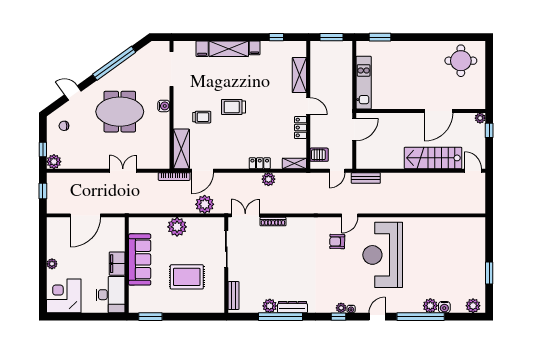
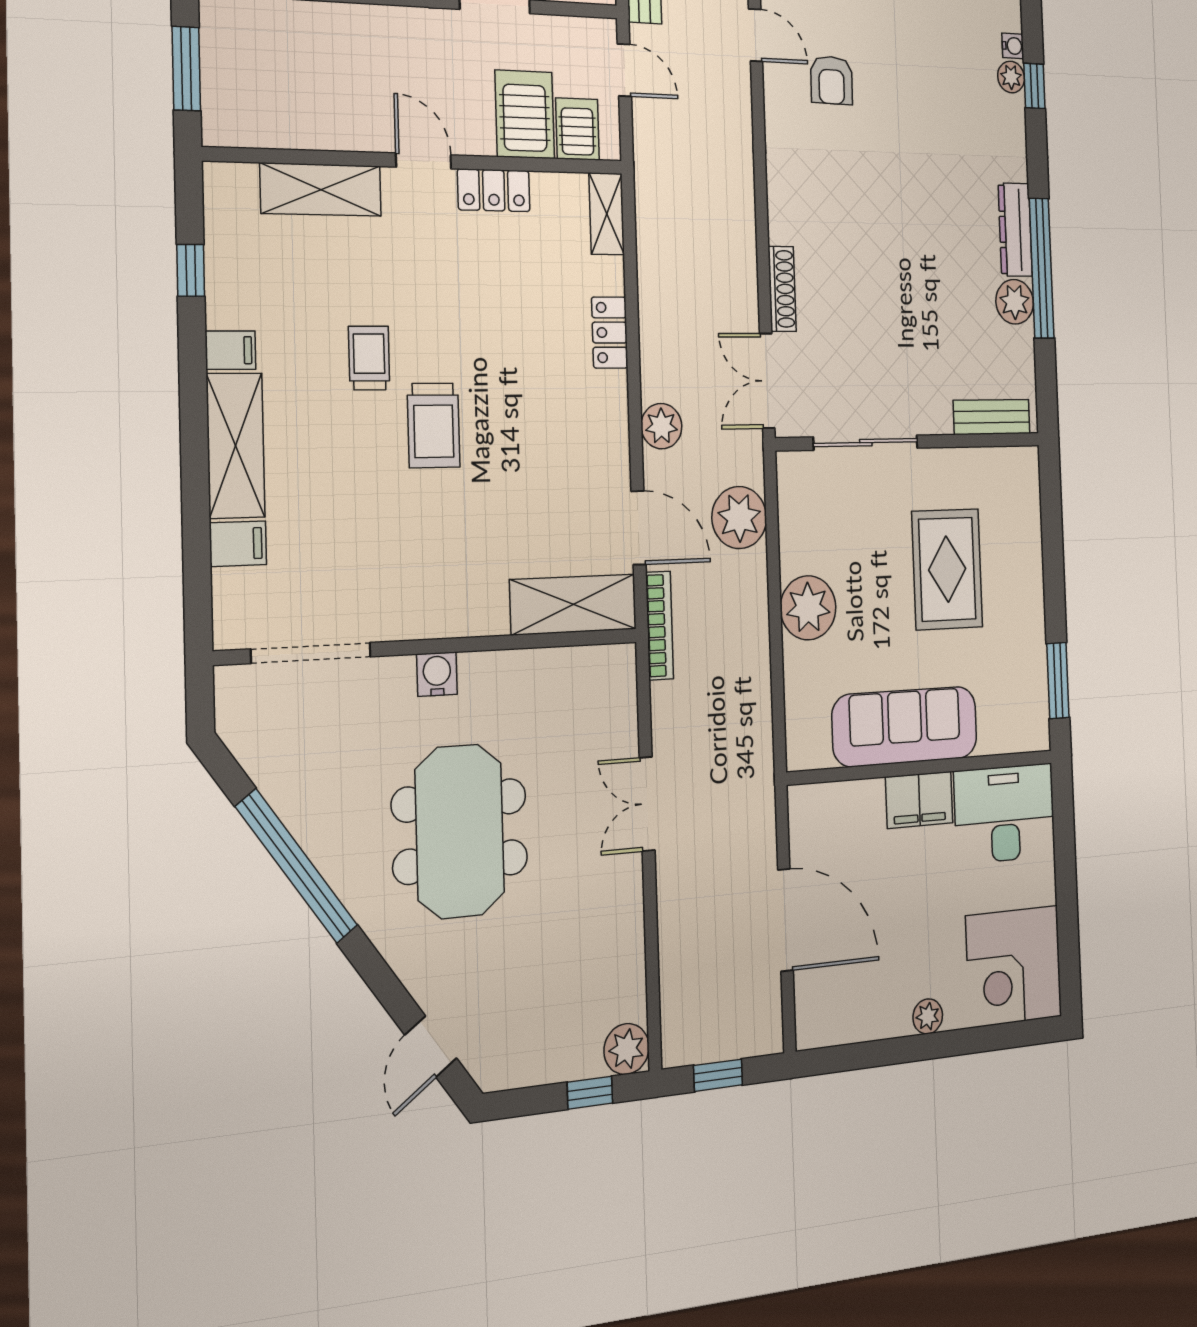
door: (73, 93) -> (431, 1047), moved
door: (308, 106) -> (424, 161), hinge flipped
trolley: (202, 117) -> (369, 358), moved
chair: (64, 126) -> (512, 1028), removed
server rack: (323, 138) -> (525, 114), added
plant: (268, 179) -> (661, 426), moved

